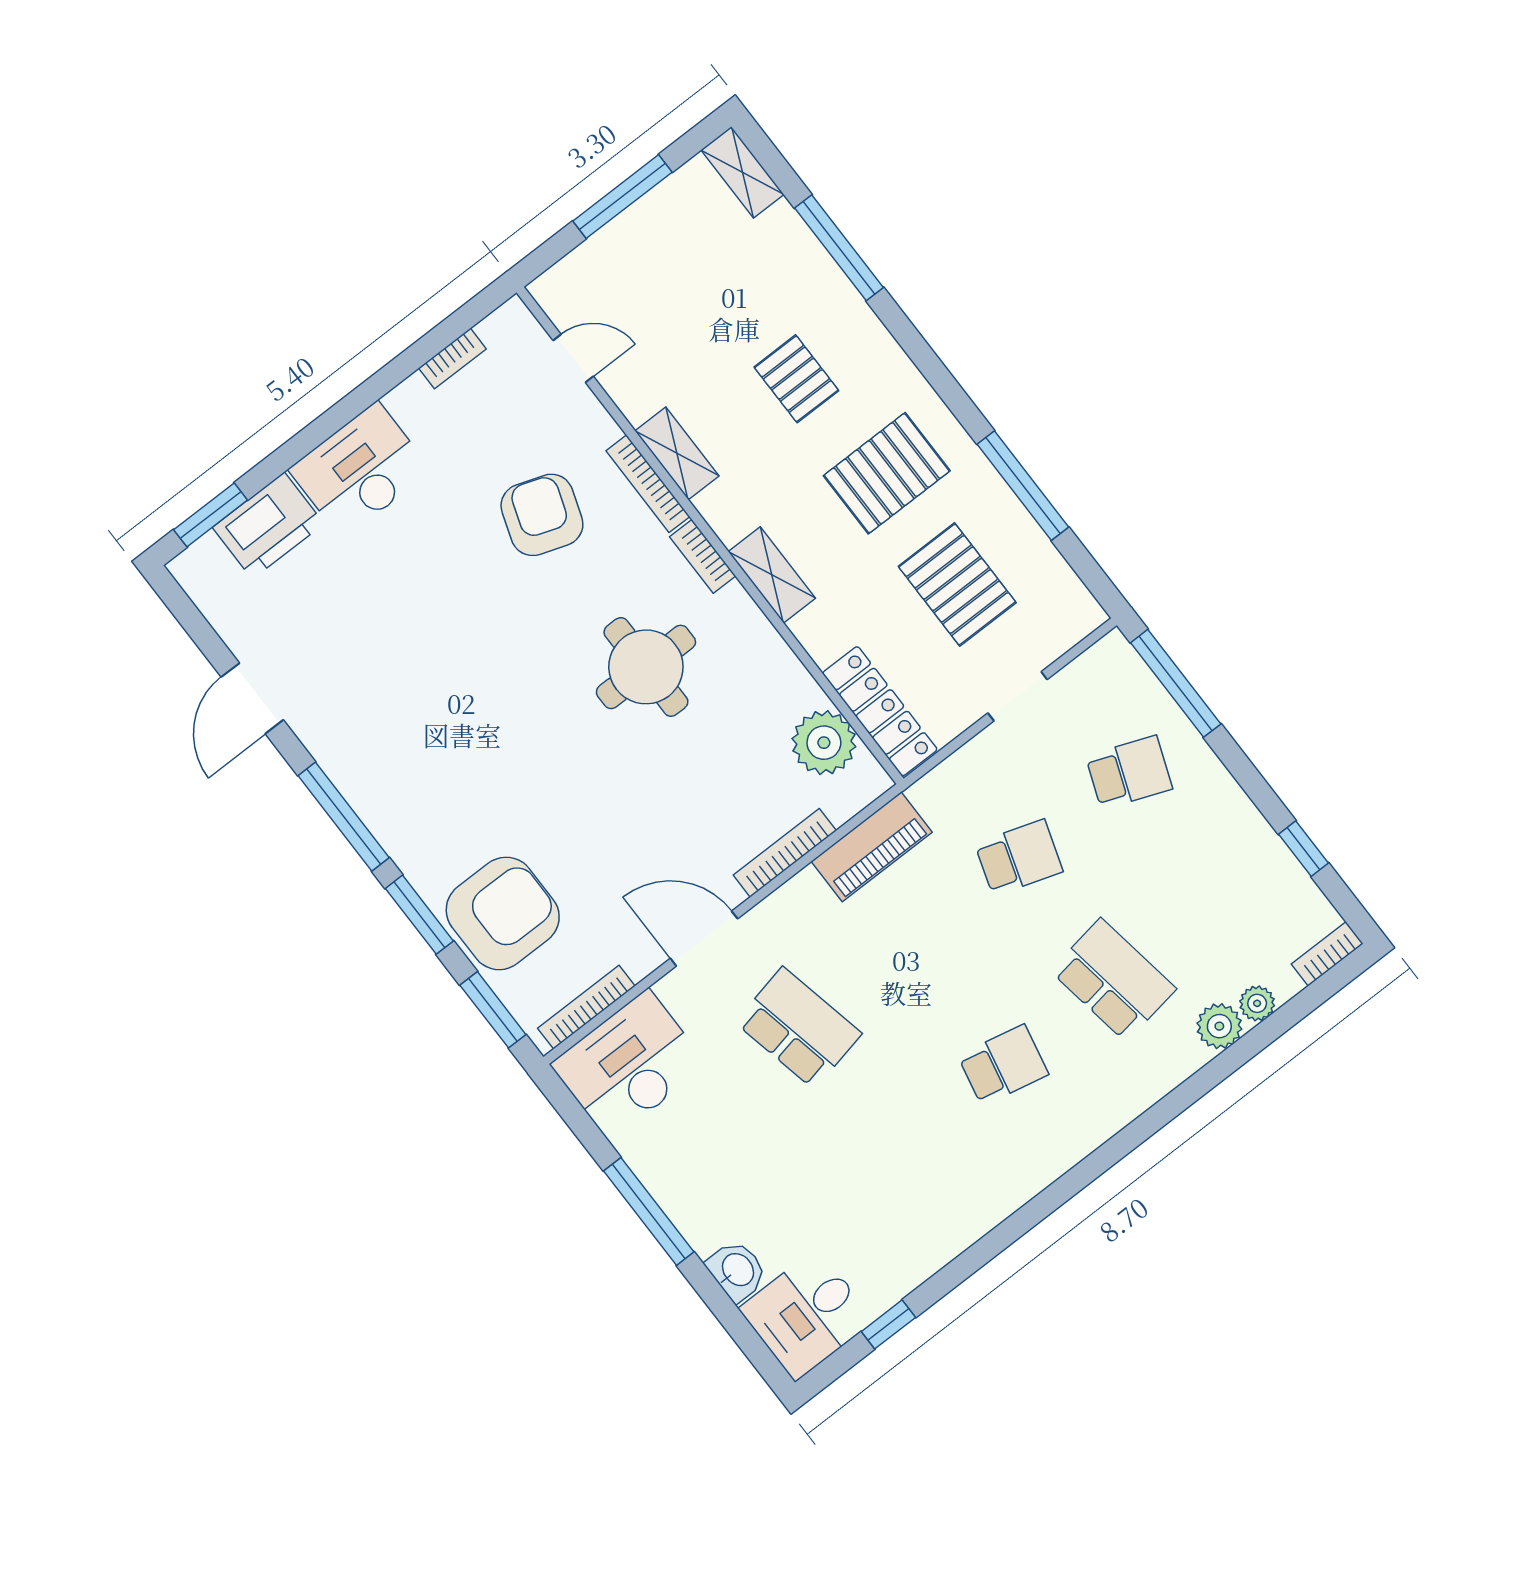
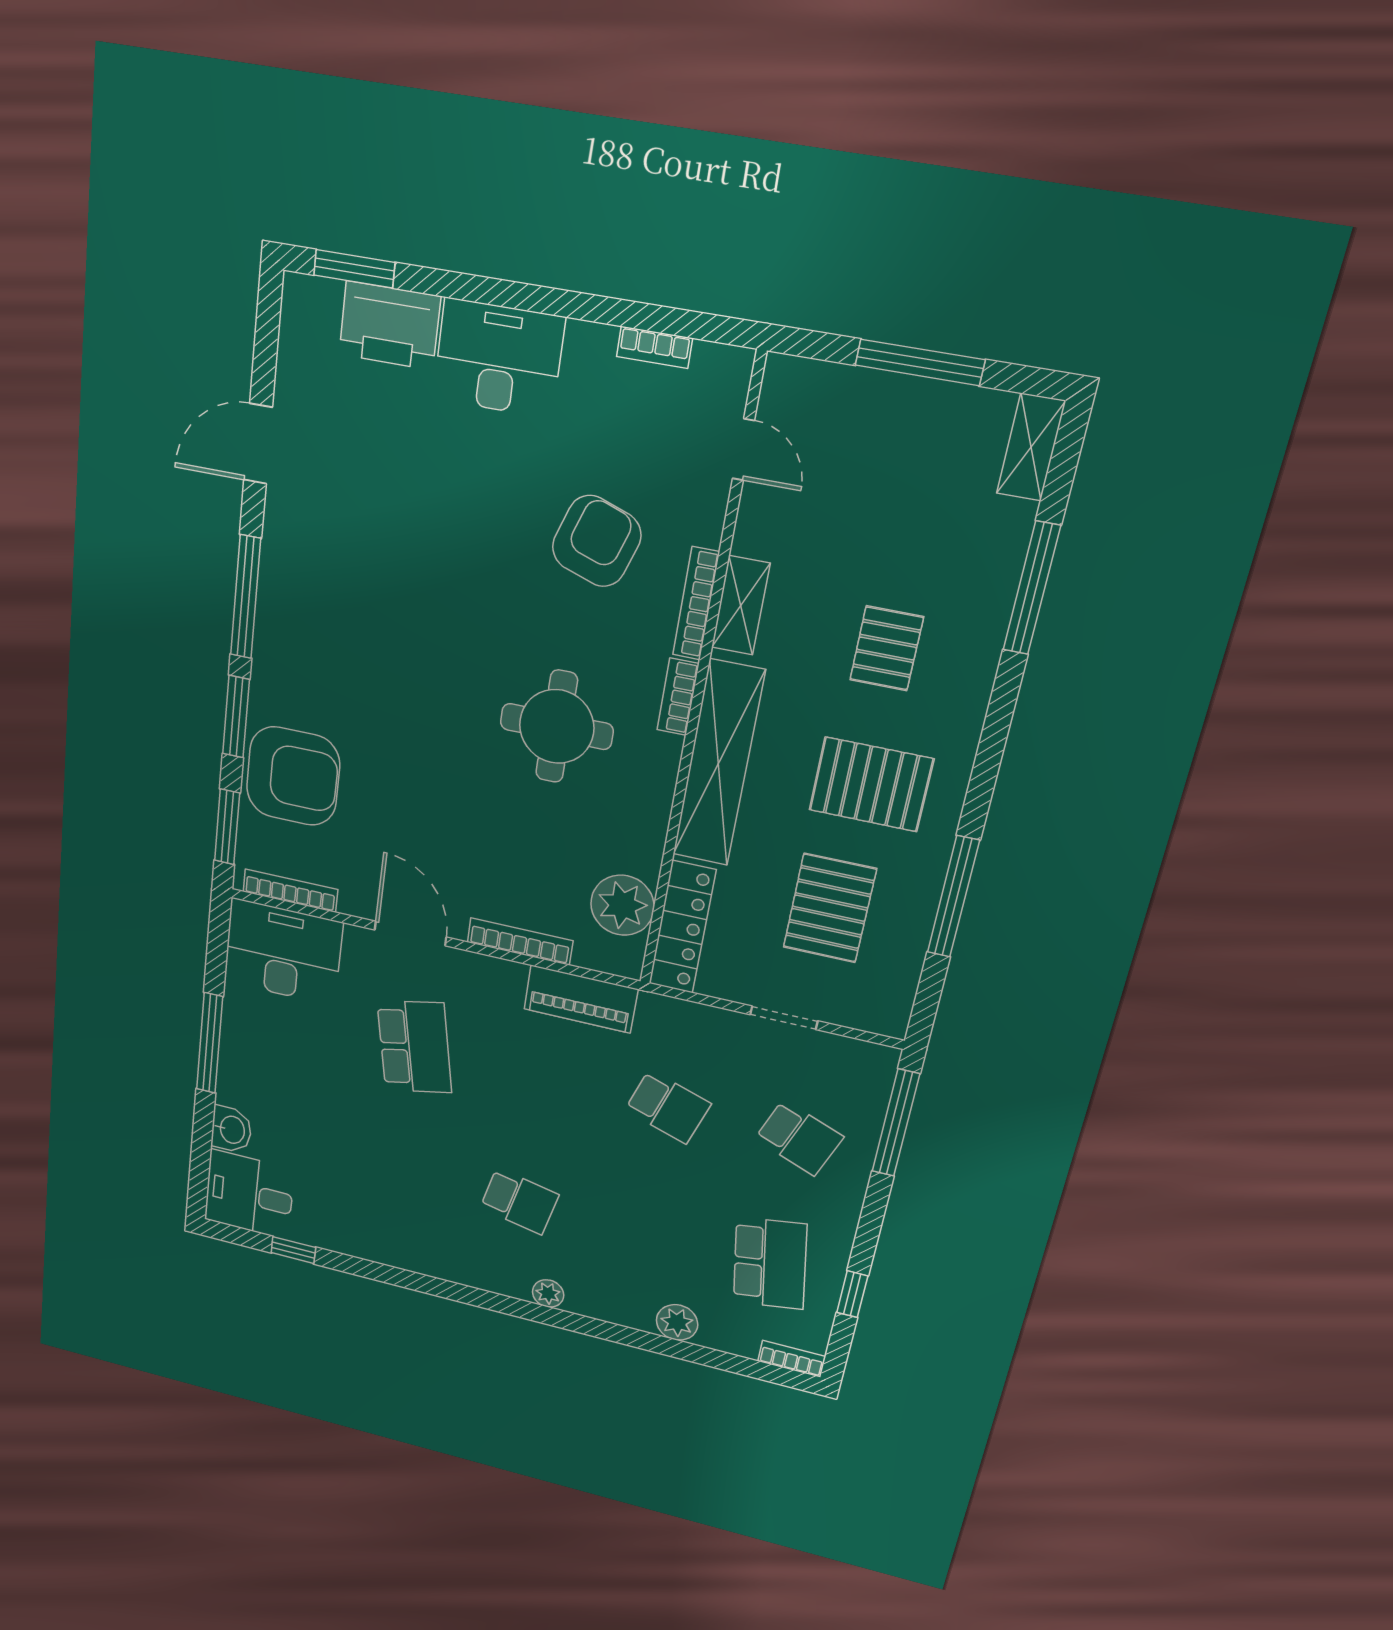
shelving: (772, 575) -> (718, 764), width x2.20, depth x1.33
school desk: (1113, 980) -> (770, 1263), moved
plant: (1257, 1003) -> (548, 1293), moved

